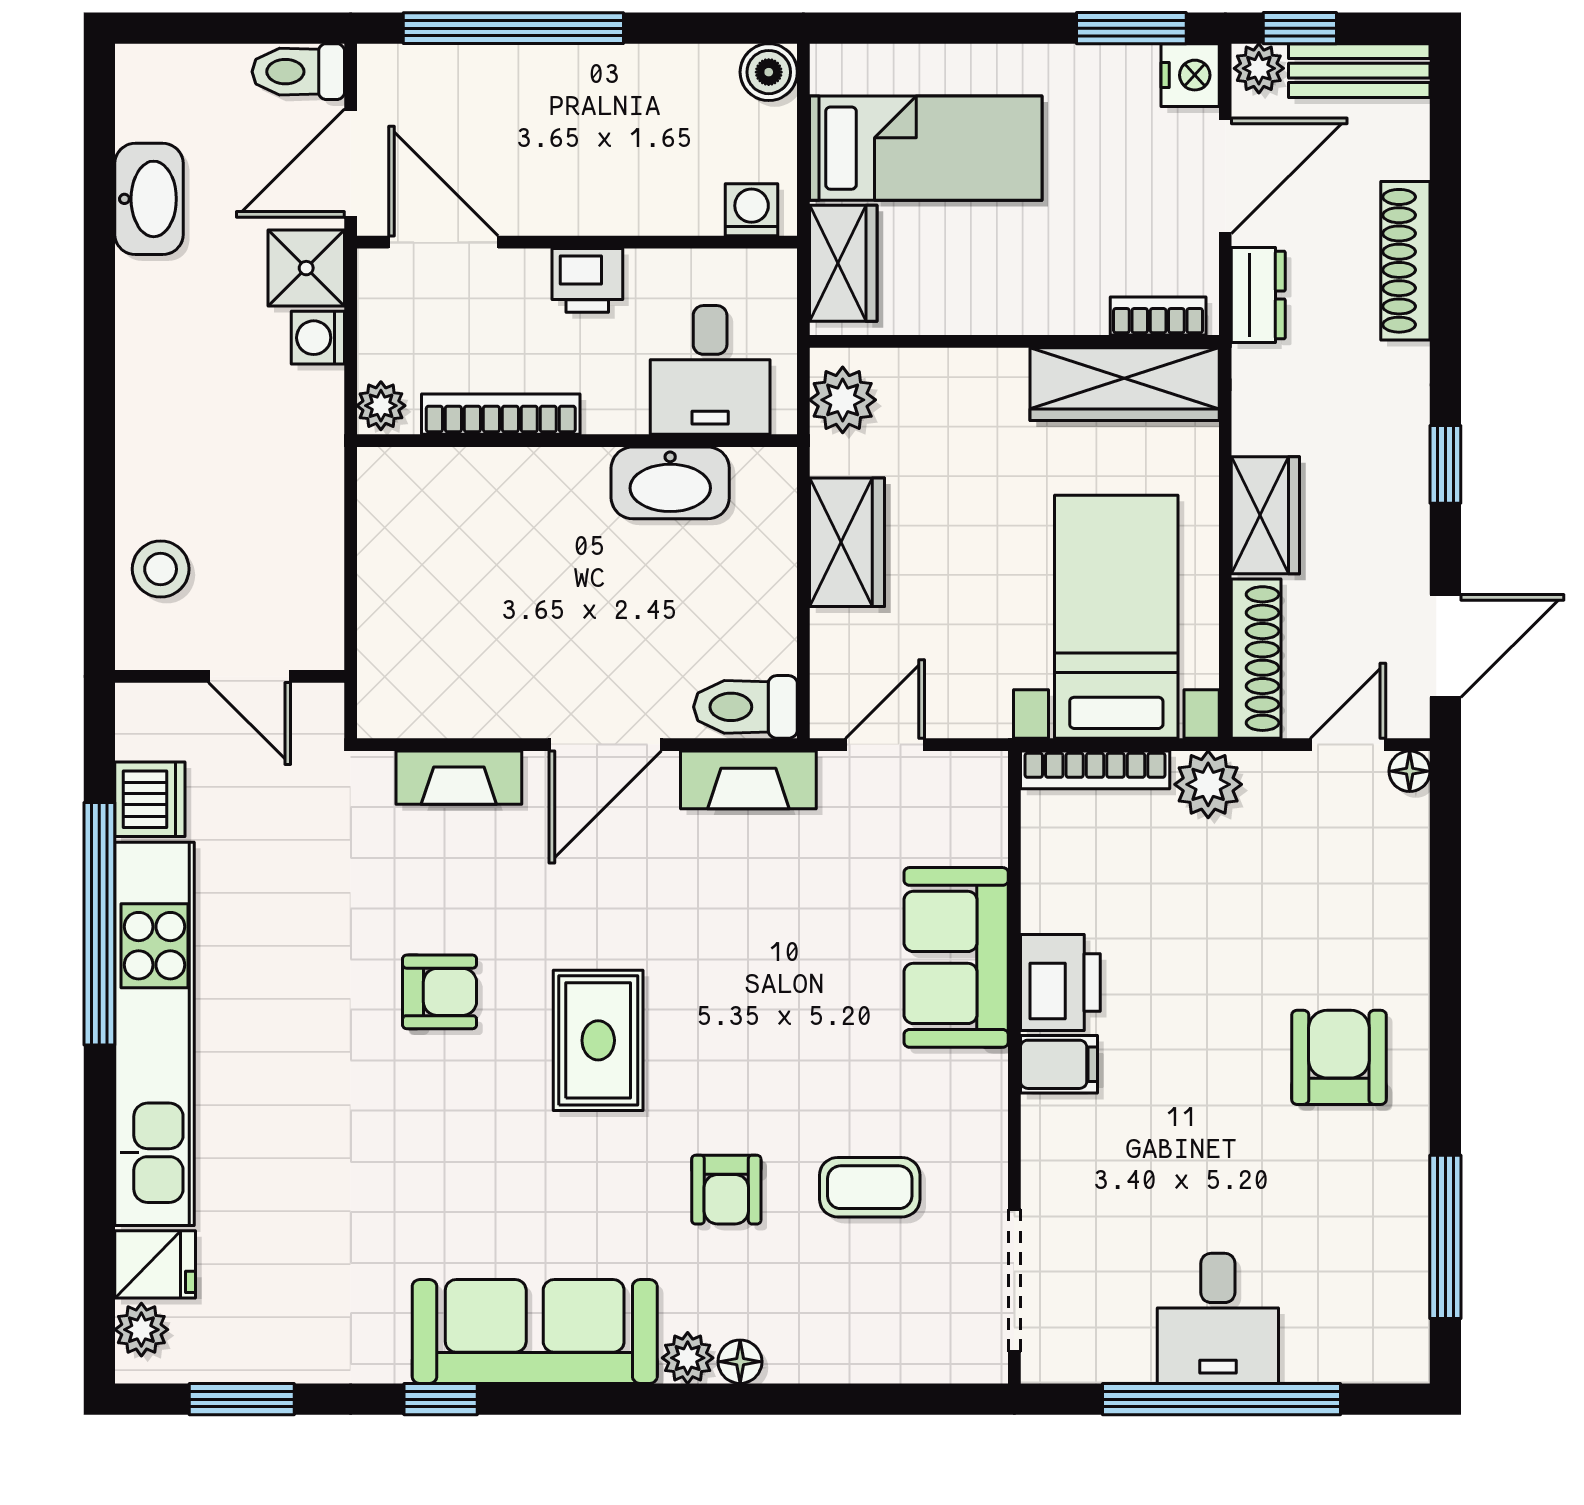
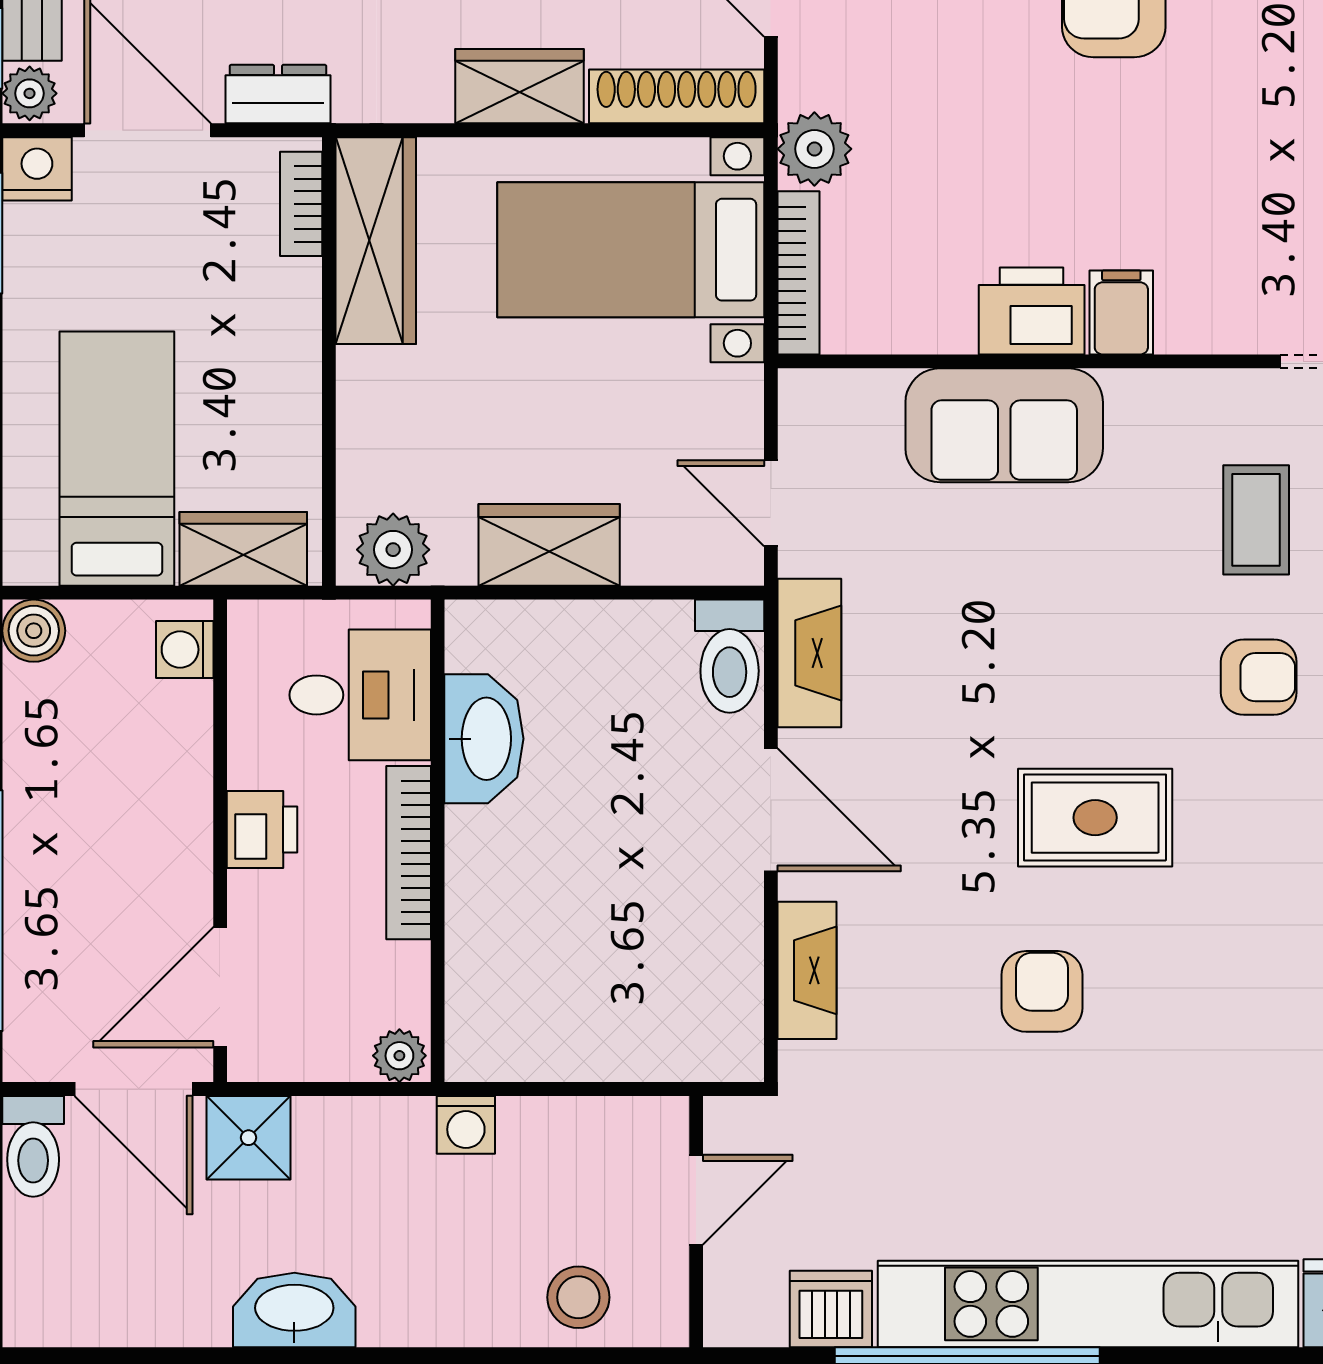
washbasin: (149, 199) -> (294, 1310), moved
washing machine: (318, 338) -> (466, 1125), moved
bookcase: (501, 414) -> (409, 853), moved

